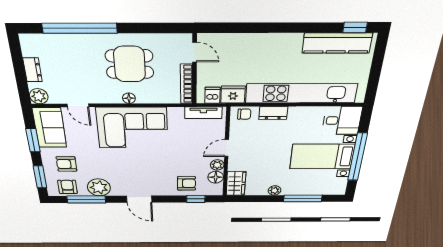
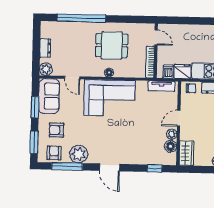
armchair: (186, 183) -> (148, 152), removed

